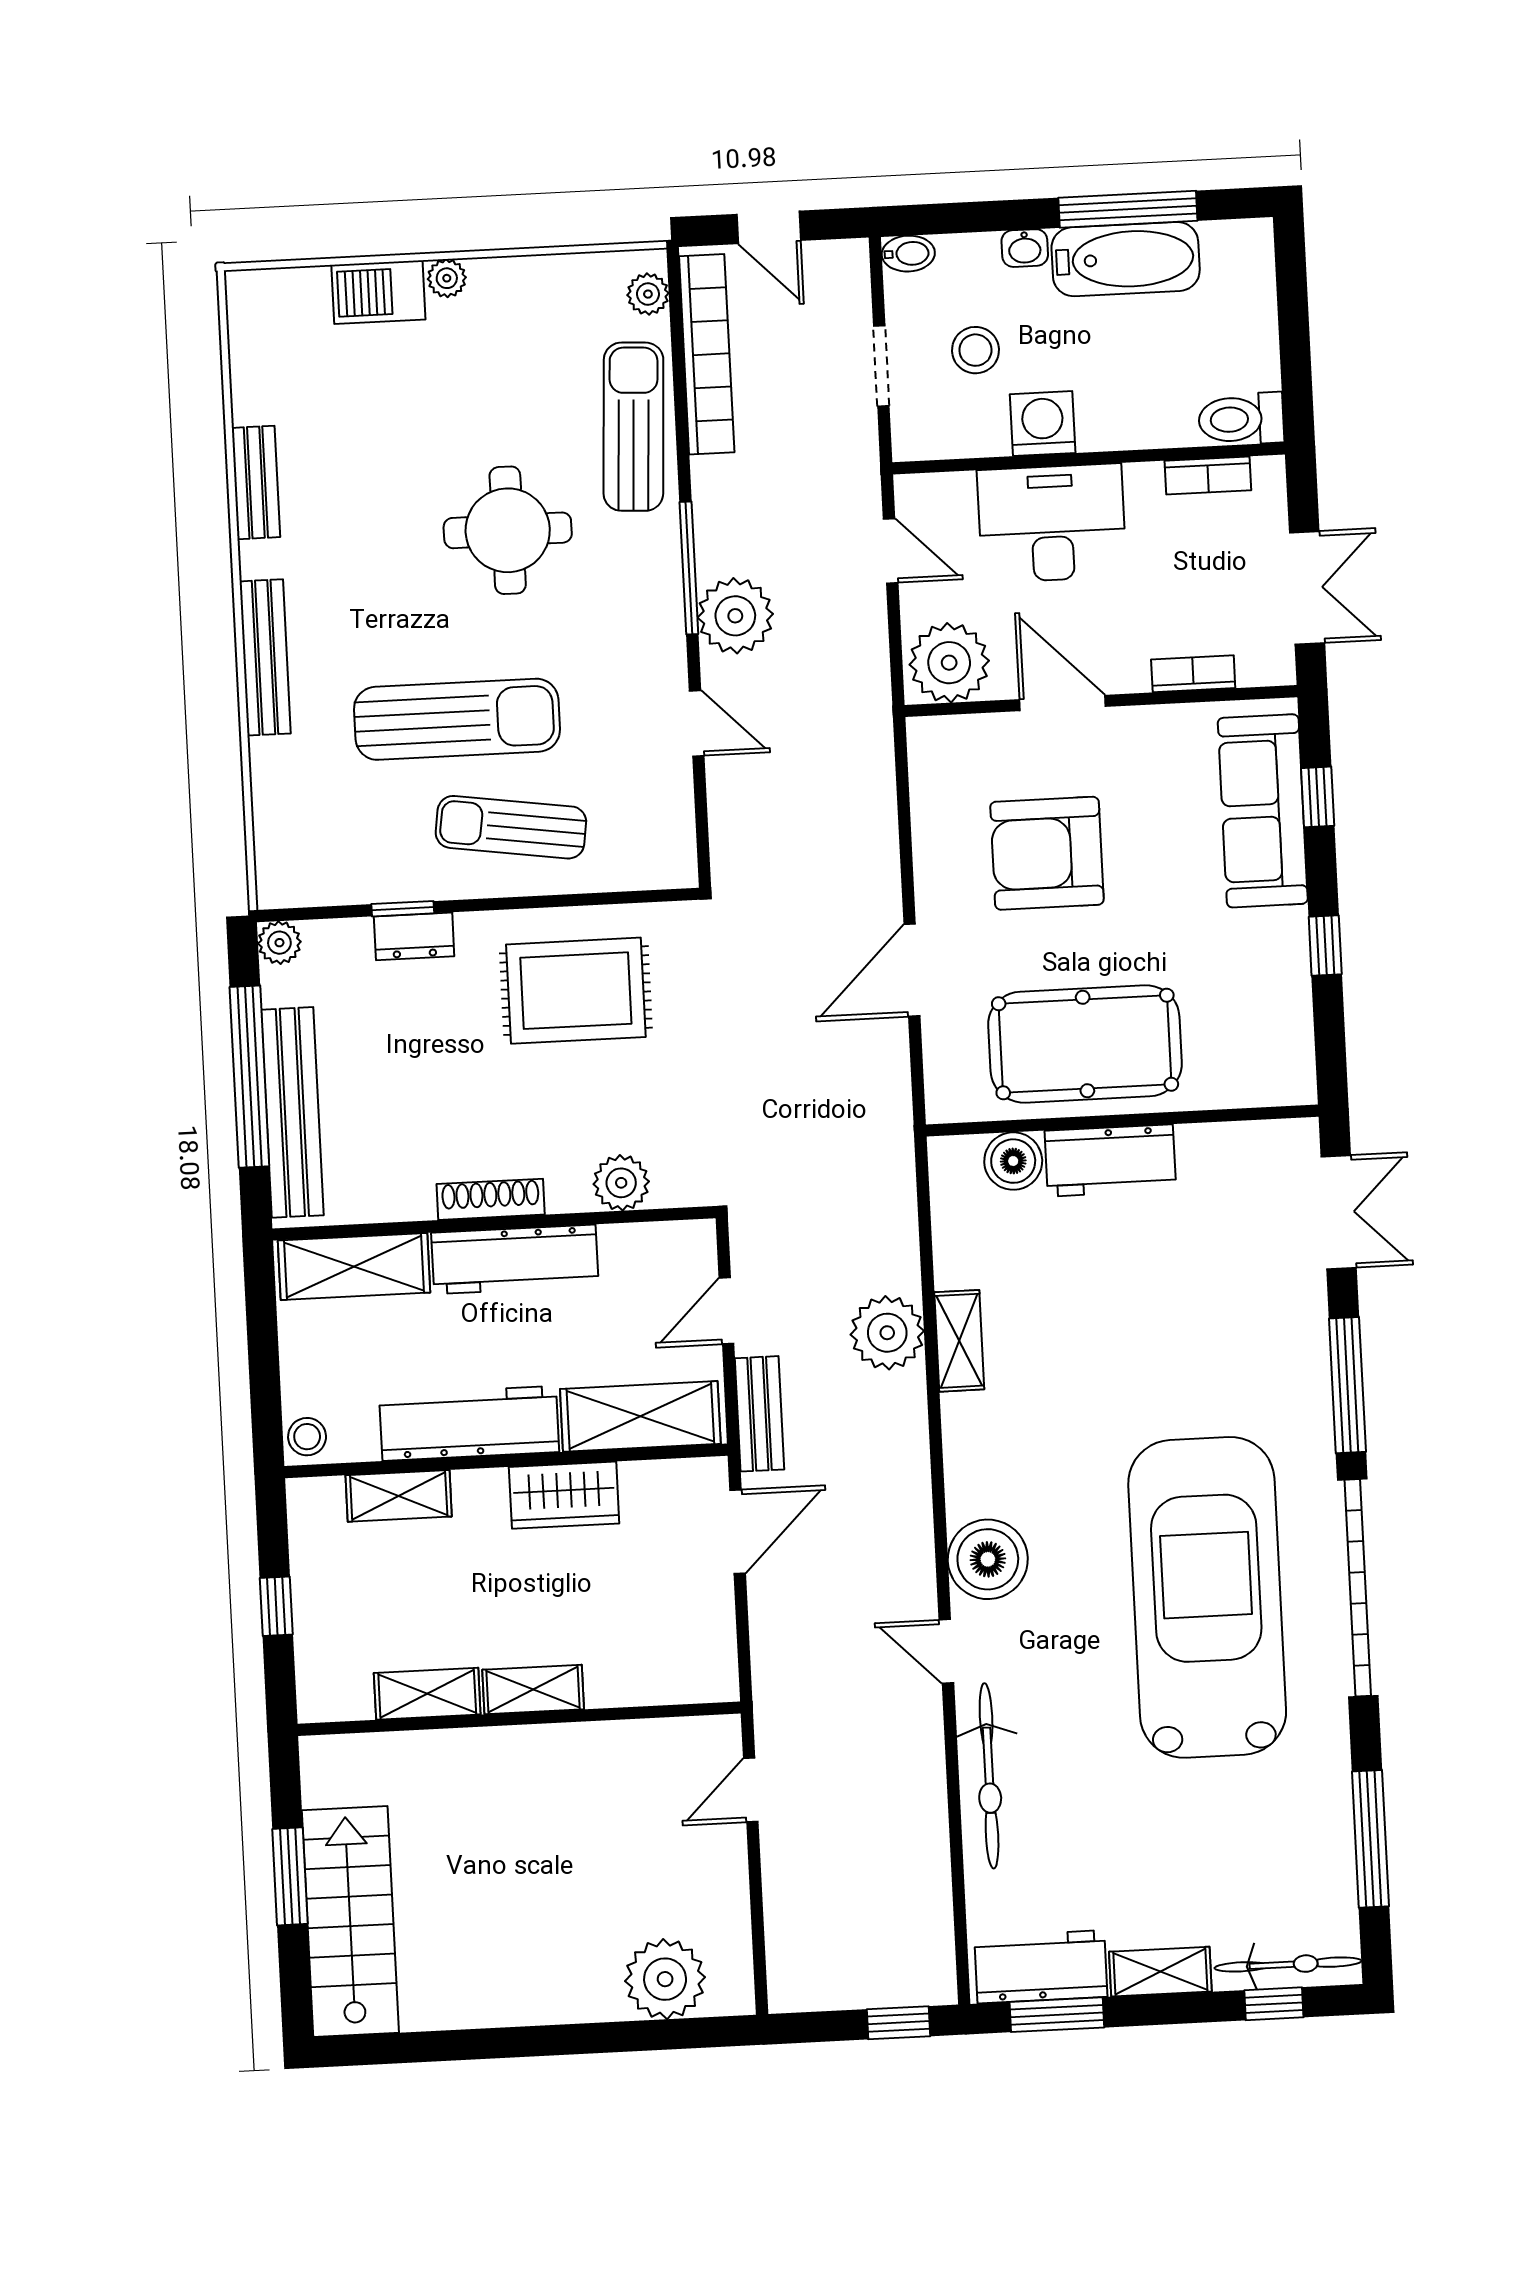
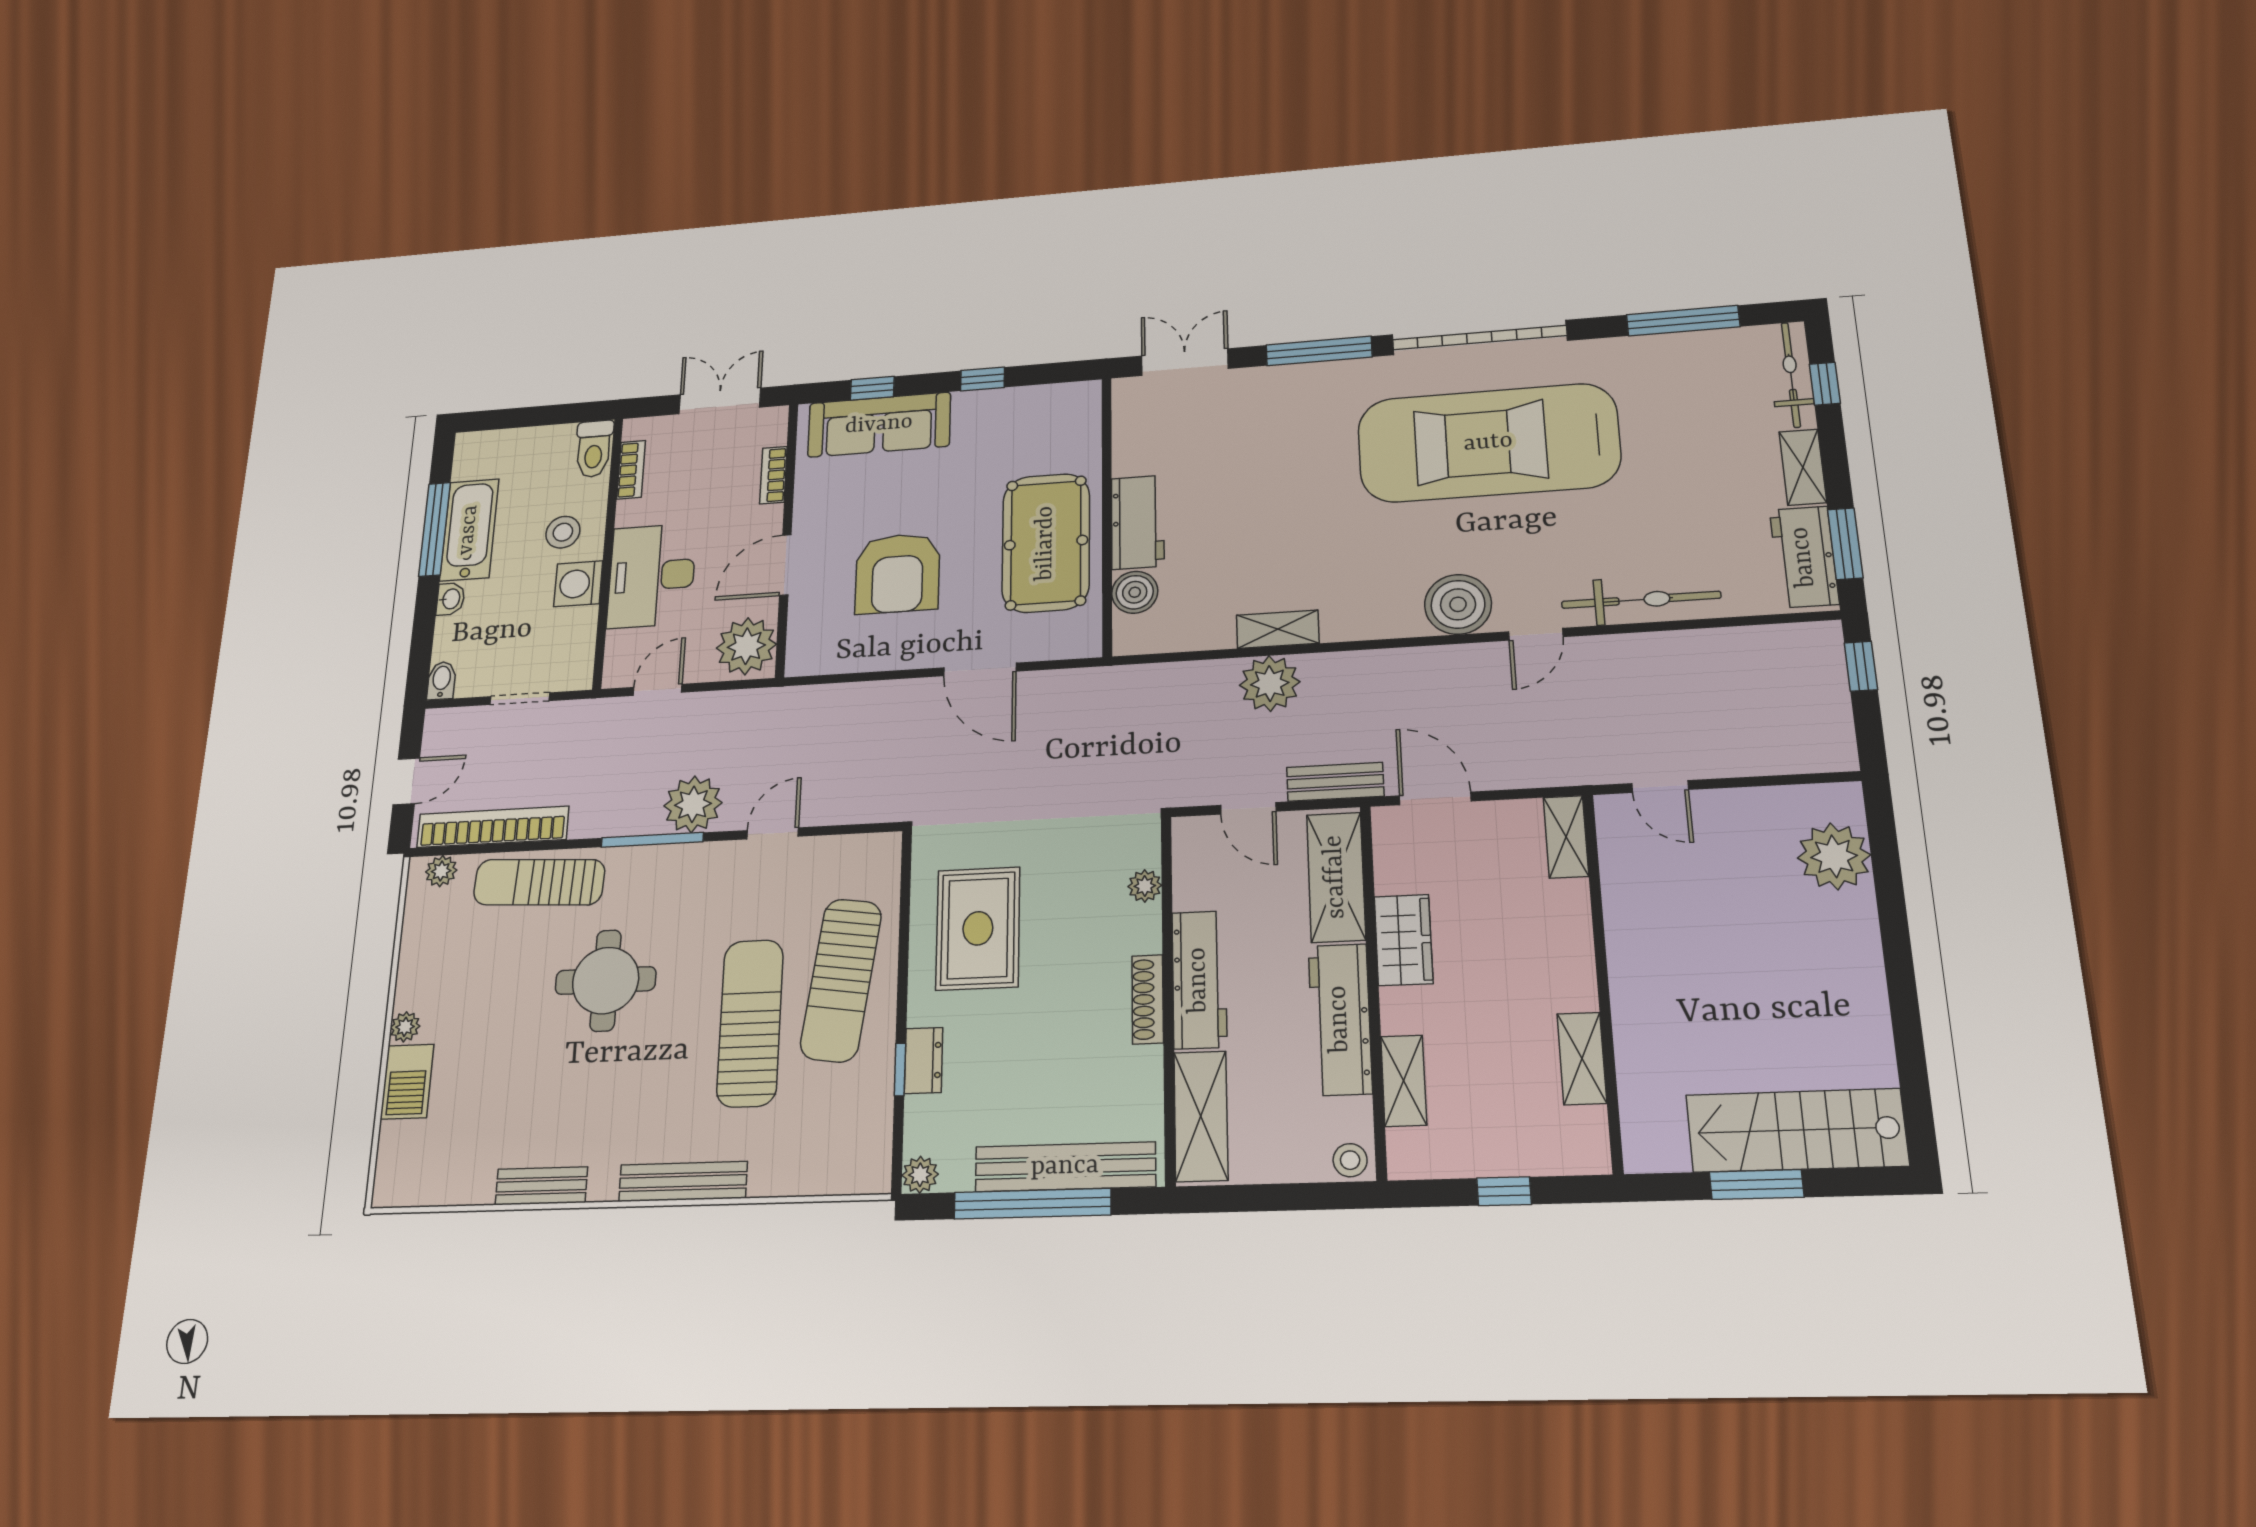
stool: (975, 350) -> (563, 532), moved
sun lounger: (511, 827) -> (841, 980), width x1.36, depth x1.34
plant: (621, 1183) -> (1145, 886), width x0.73, depth x0.73
shelving: (533, 1689) -> (1566, 837), moved

